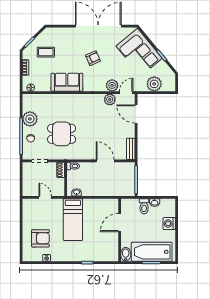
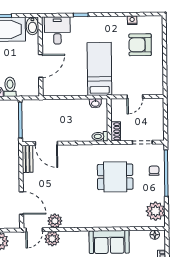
plant: (30, 119) -> (155, 211), moved
door: (105, 161) -> (46, 143), moved
door: (45, 197) -> (135, 97), hinge flipped
desk: (106, 250) -> (57, 30), added

